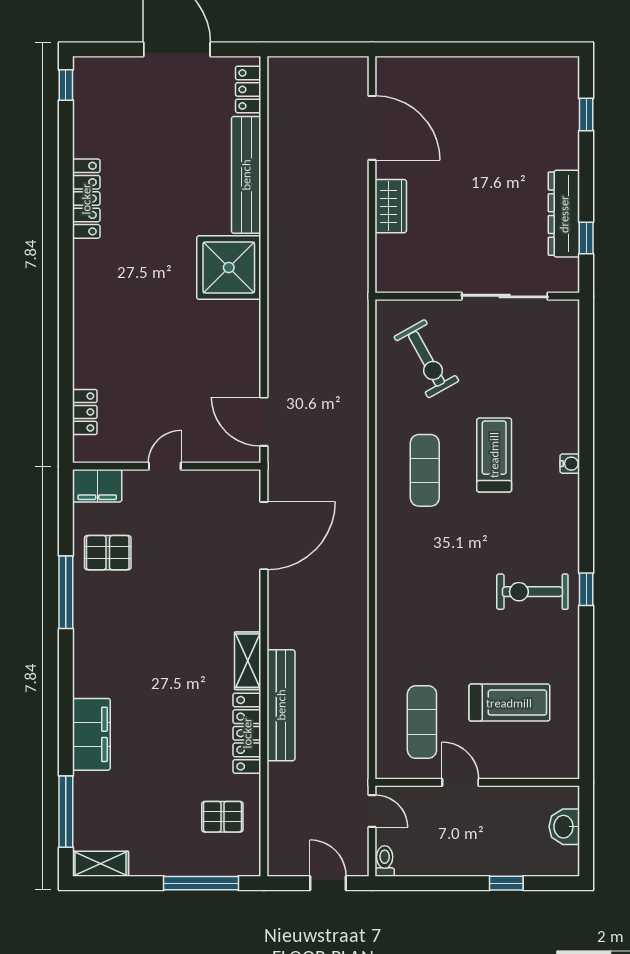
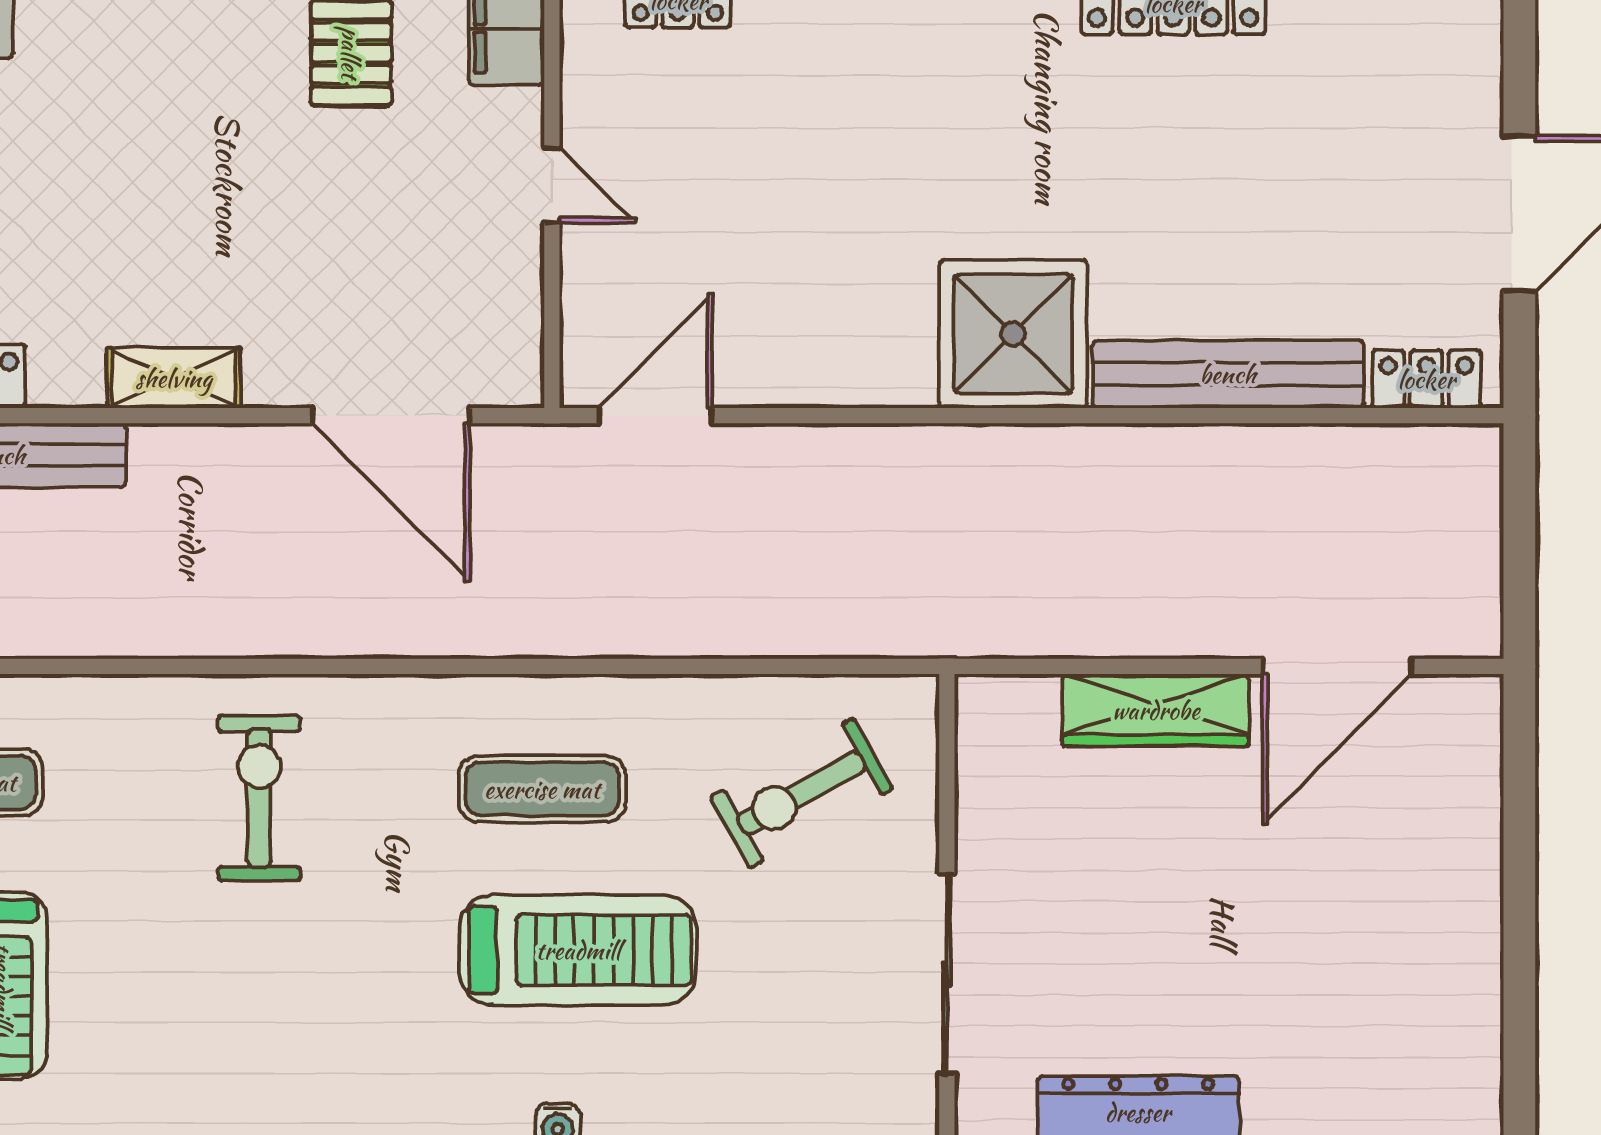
wardrobe: (391, 206) -> (1156, 710), width x1.50
treadmill: (494, 455) -> (578, 950), width x1.37, depth x1.37
exercise bike: (532, 592) -> (259, 798), moved
shelving: (248, 661) -> (174, 378), moved

